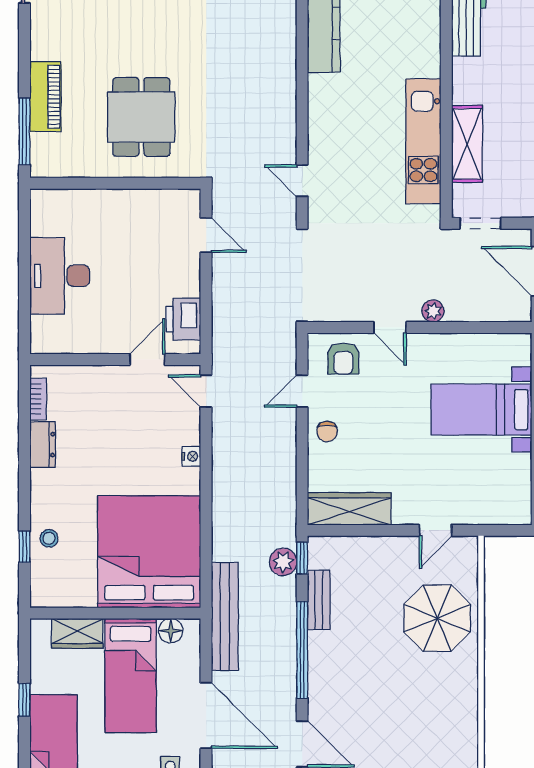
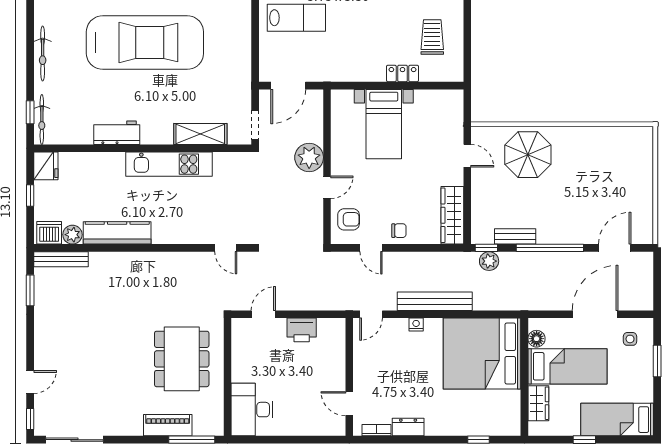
dining table: (141, 117) -> (182, 359), width x1.38
kitchen unit: (423, 141) -> (169, 164), moved
door: (302, 181) -> (226, 248), hinge flipped
desk: (60, 276) -> (252, 410), moved, turned 90
plant: (433, 311) -> (309, 157), width x1.87, depth x1.87
printer: (183, 319) -> (302, 330), moved
door: (147, 359) -> (349, 404), moved
stool: (49, 538) -> (473, 423), removed
bench: (225, 616) -> (435, 301), moved

